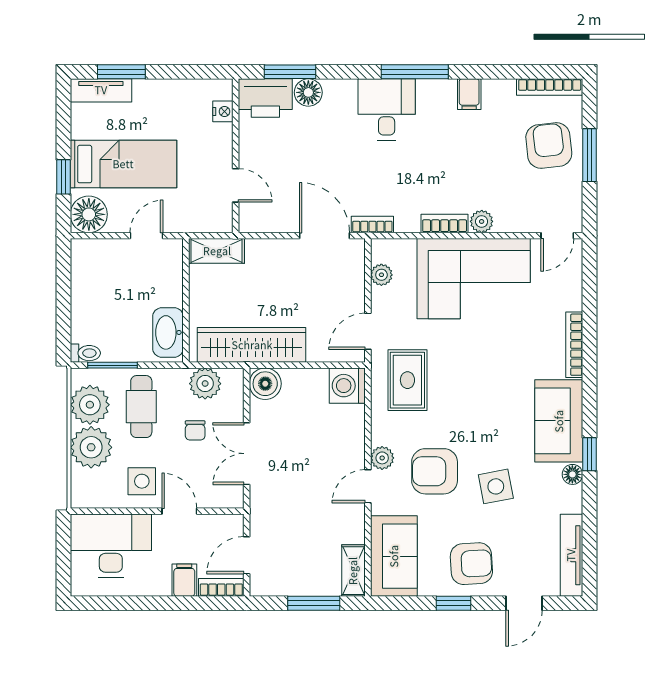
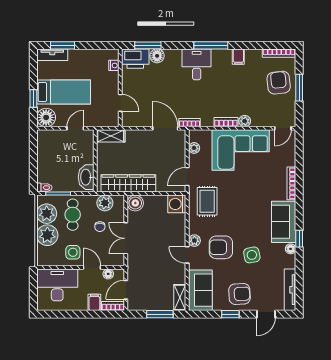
door: (368, 486) -> (187, 255), hinge flipped
floor lamp: (212, 524) -> (108, 274), added

